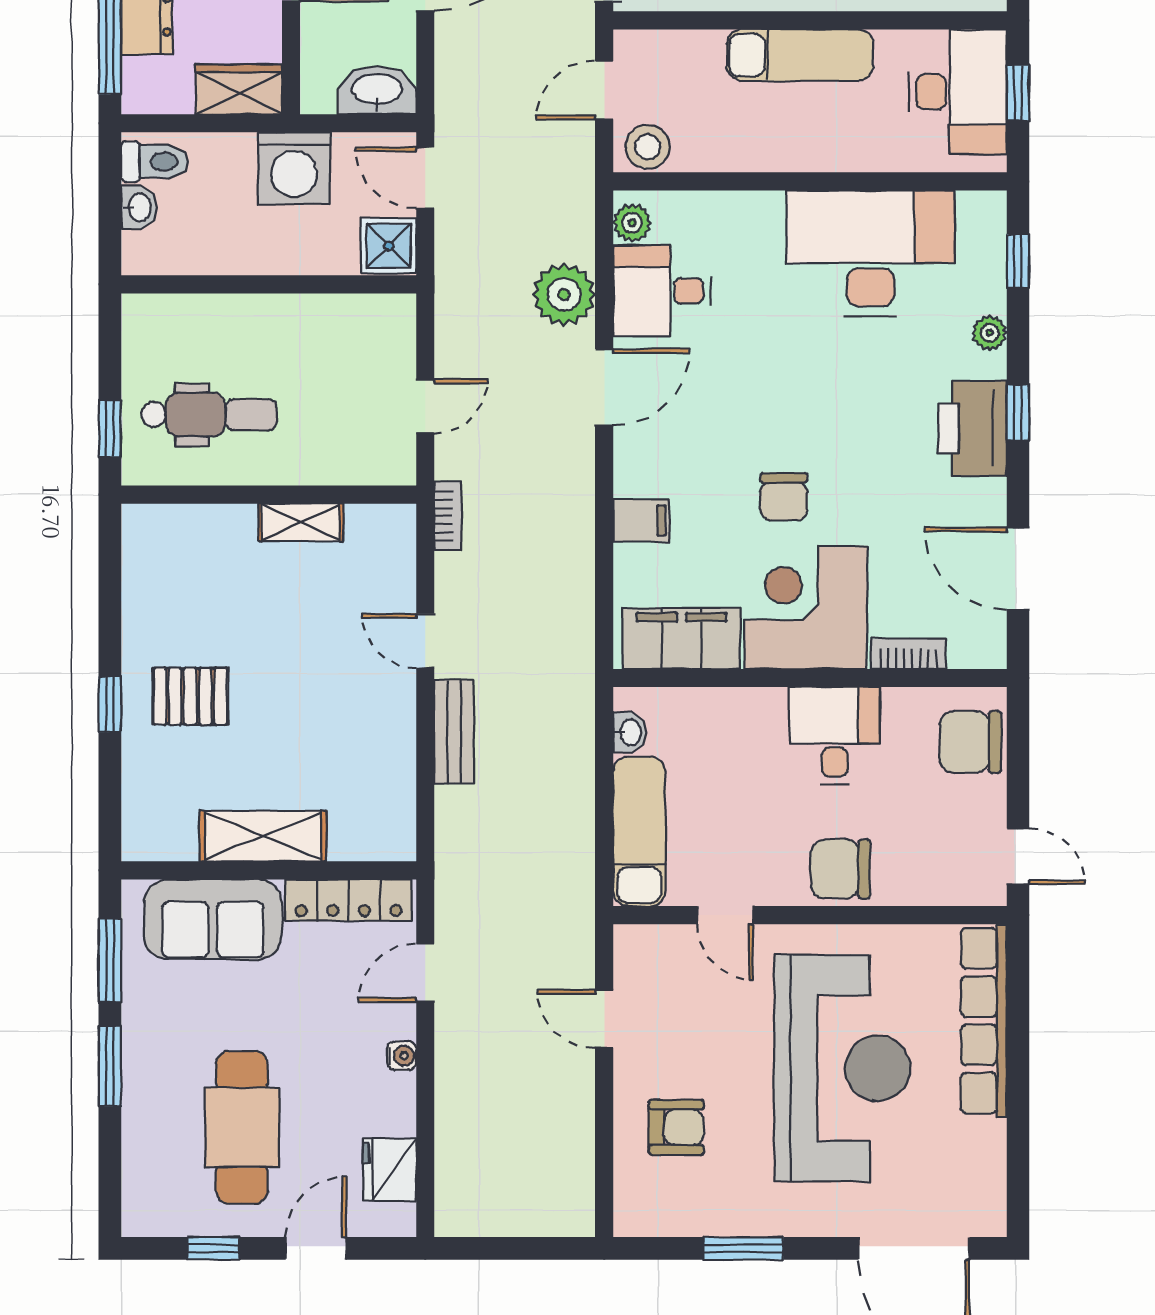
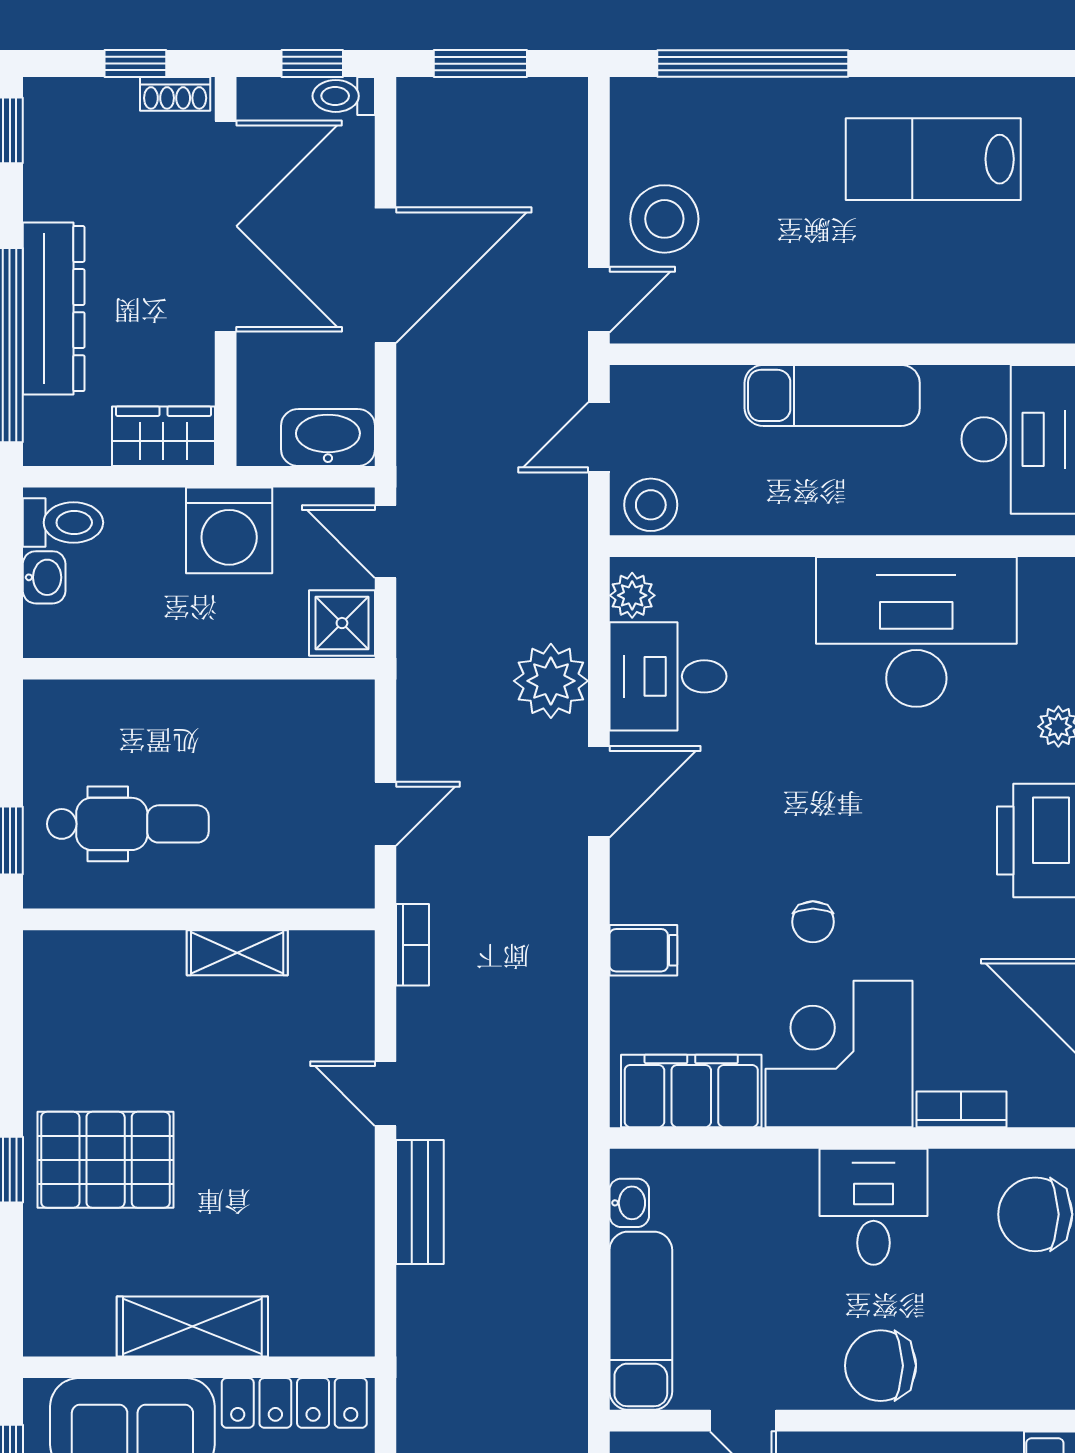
chair: (784, 497) -> (813, 922), width x0.73, depth x0.73
pallet: (190, 696) -> (106, 1160), width x1.50, depth x1.42

